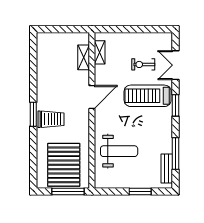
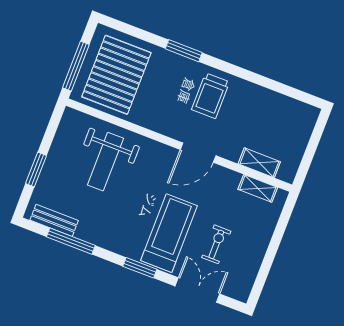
door: (92, 97) -> (198, 153), hinge flipped
window: (33, 114) -> (184, 51), moved
trolley: (51, 119) -> (211, 96), moved
pallet: (64, 165) -> (116, 75), turned 90

